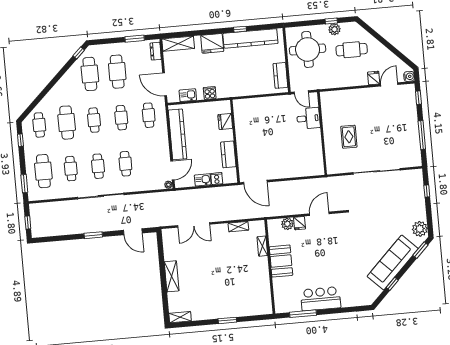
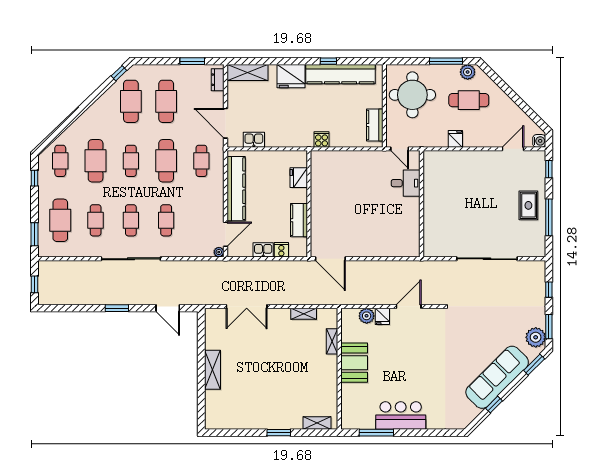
window: (331, 21) -> (446, 61), width x2.17
plant: (334, 29) -> (468, 72), moved
fridge: (374, 78) -> (455, 139), moved
cooker: (210, 93) -> (322, 139), moved
cafe table: (121, 118) -> (166, 161), width x1.37, depth x1.35
rug: (349, 137) -> (528, 205), moved
window: (429, 220) -> (549, 327), added
shelving: (180, 317) -> (317, 423), moved

